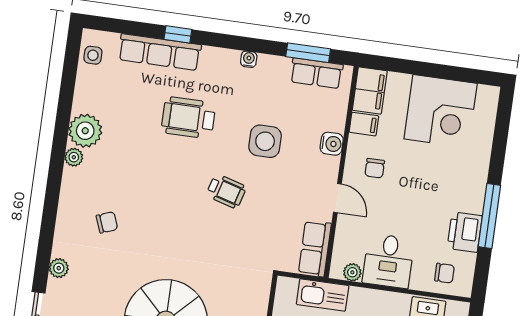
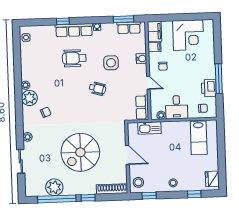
row of seats: (160, 52) -> (74, 30), moved
plant: (85, 131) -> (29, 98), moved

